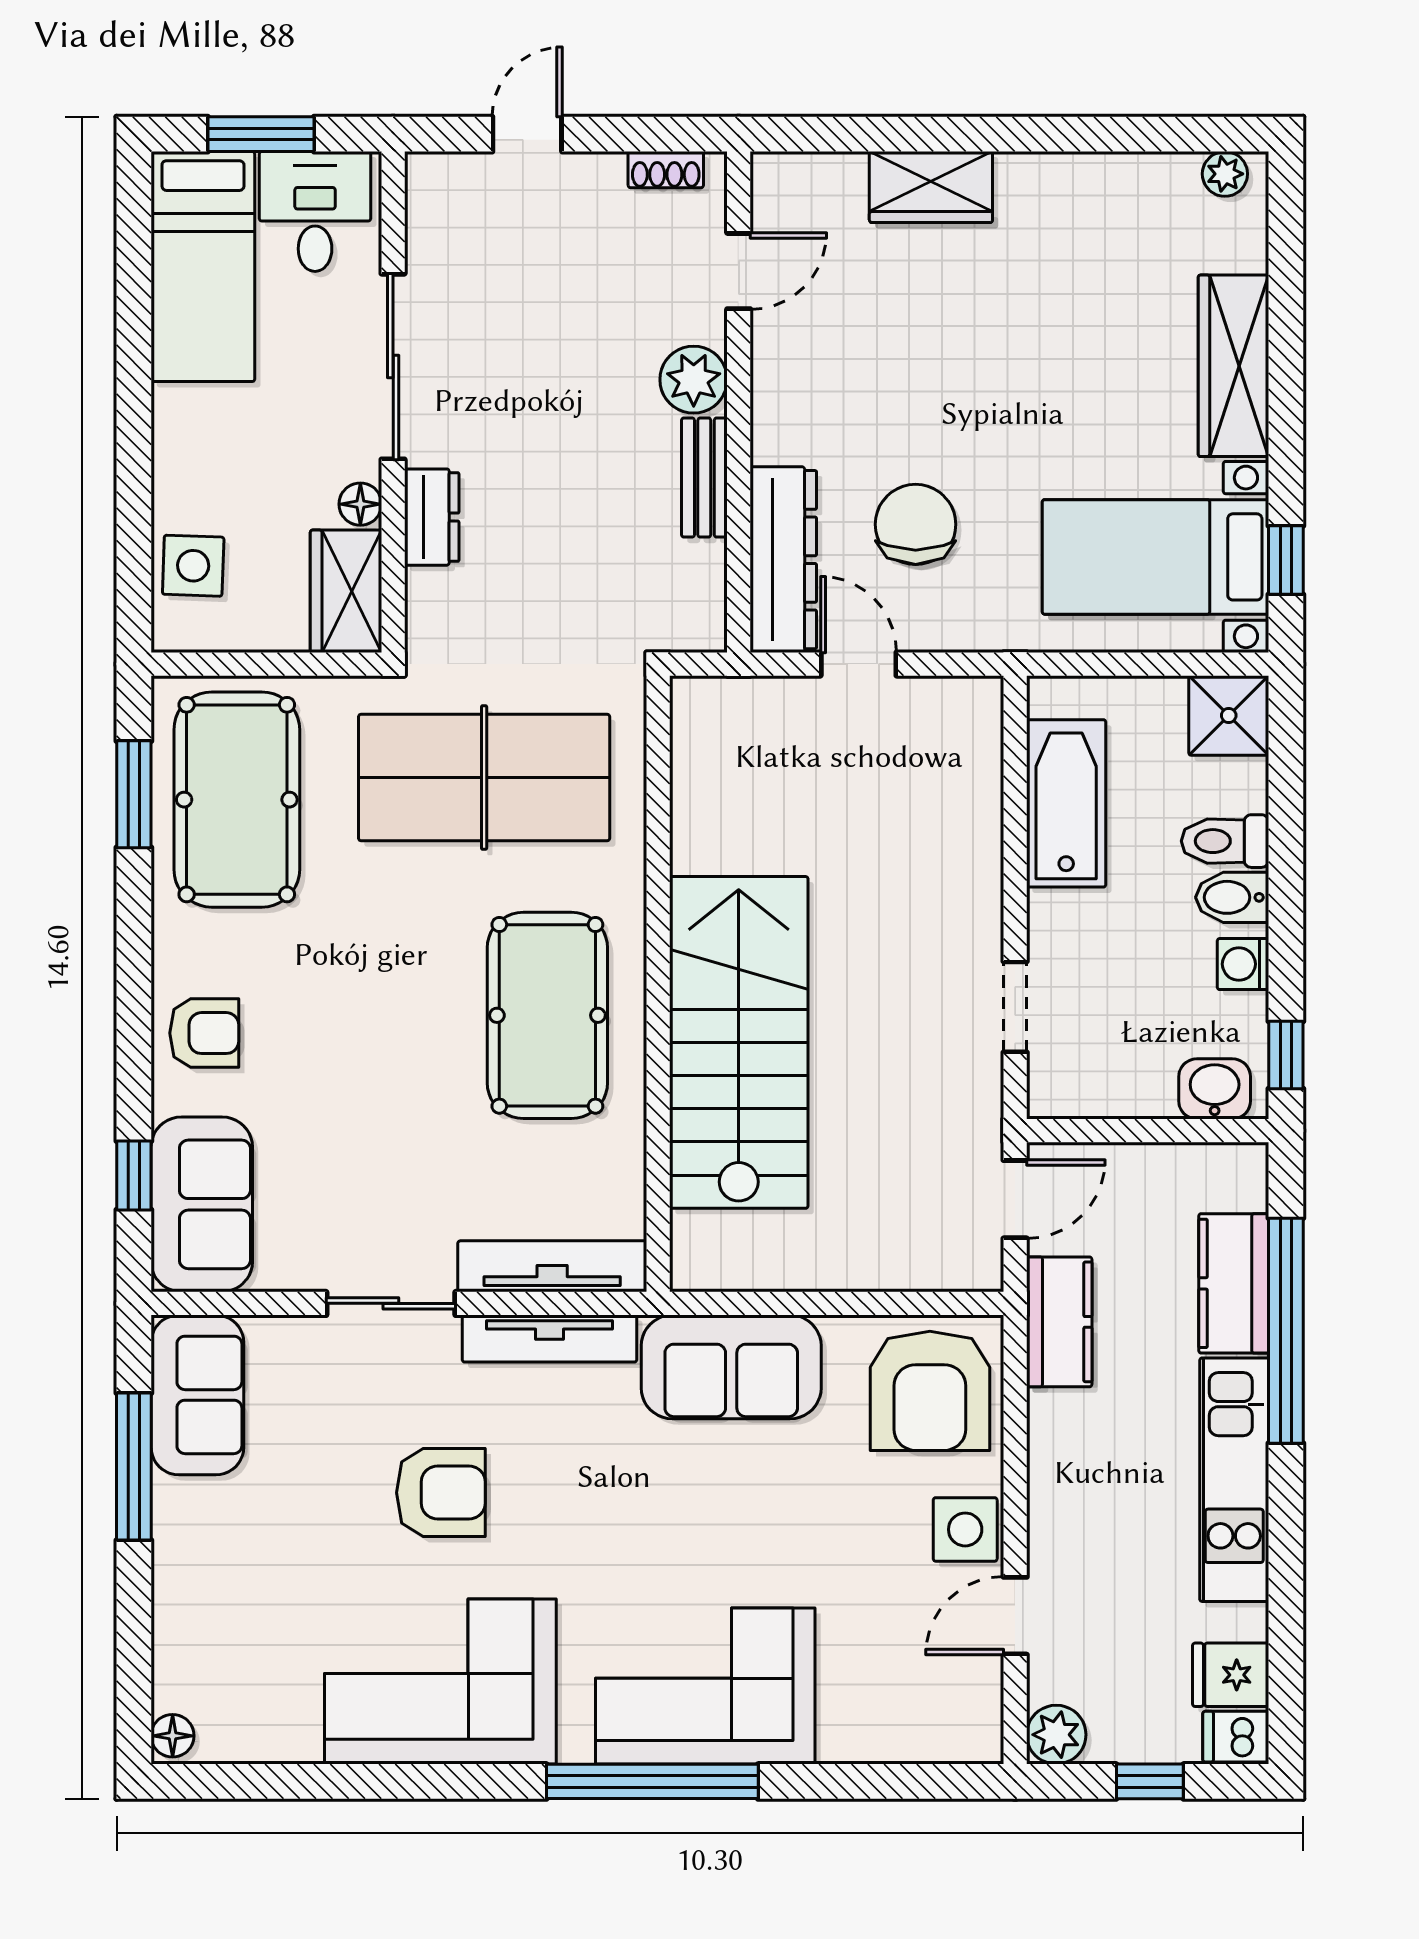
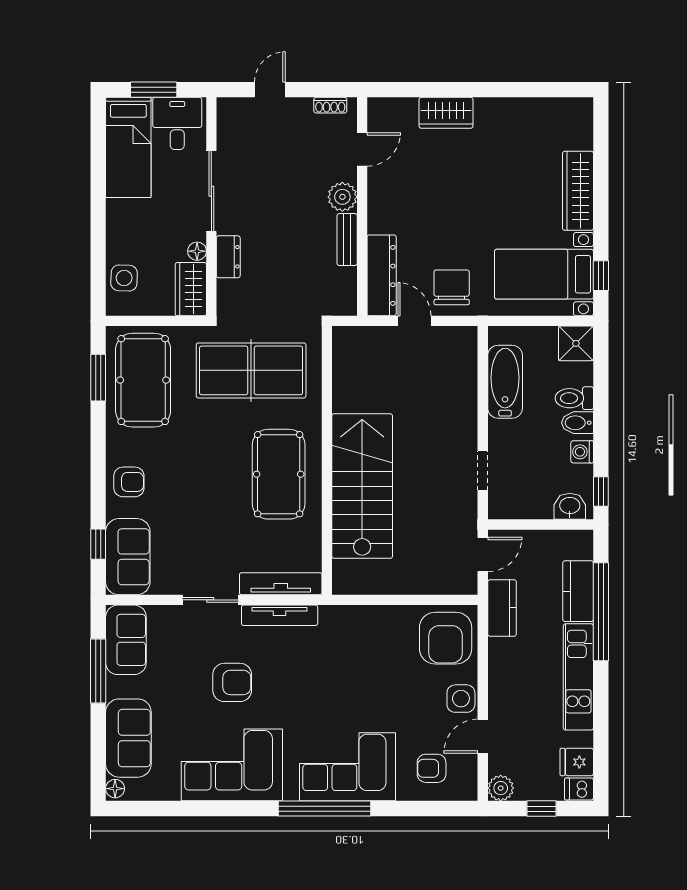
plant: (1225, 174) -> (574, 107), removed
chair: (916, 524) -> (452, 287), moved
sofa: (731, 1367) -> (128, 738), moved, turned -90
armchair: (898, 1689) -> (432, 768), added

